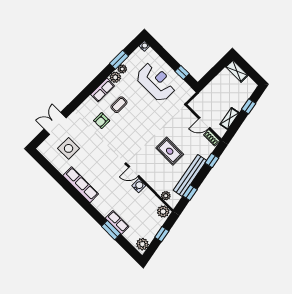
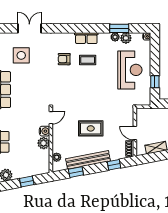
plant: (115, 77) -> (126, 38), moved
rug: (170, 151) -> (91, 128), turned 90
door: (134, 172) -> (51, 118), swing flipped
plant: (163, 212) -> (44, 143), moved

